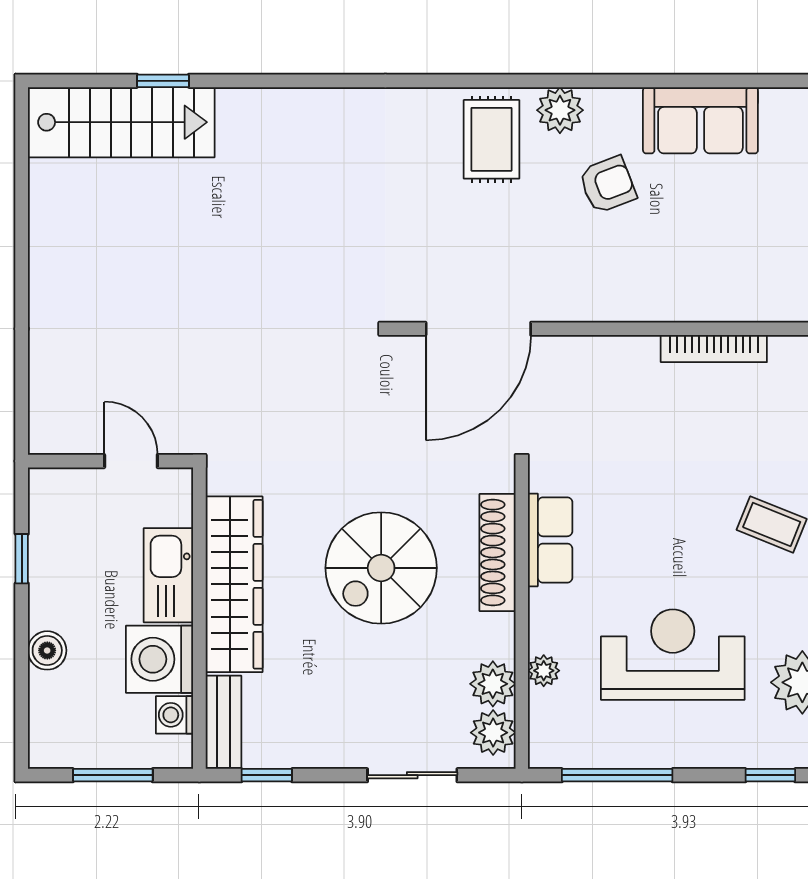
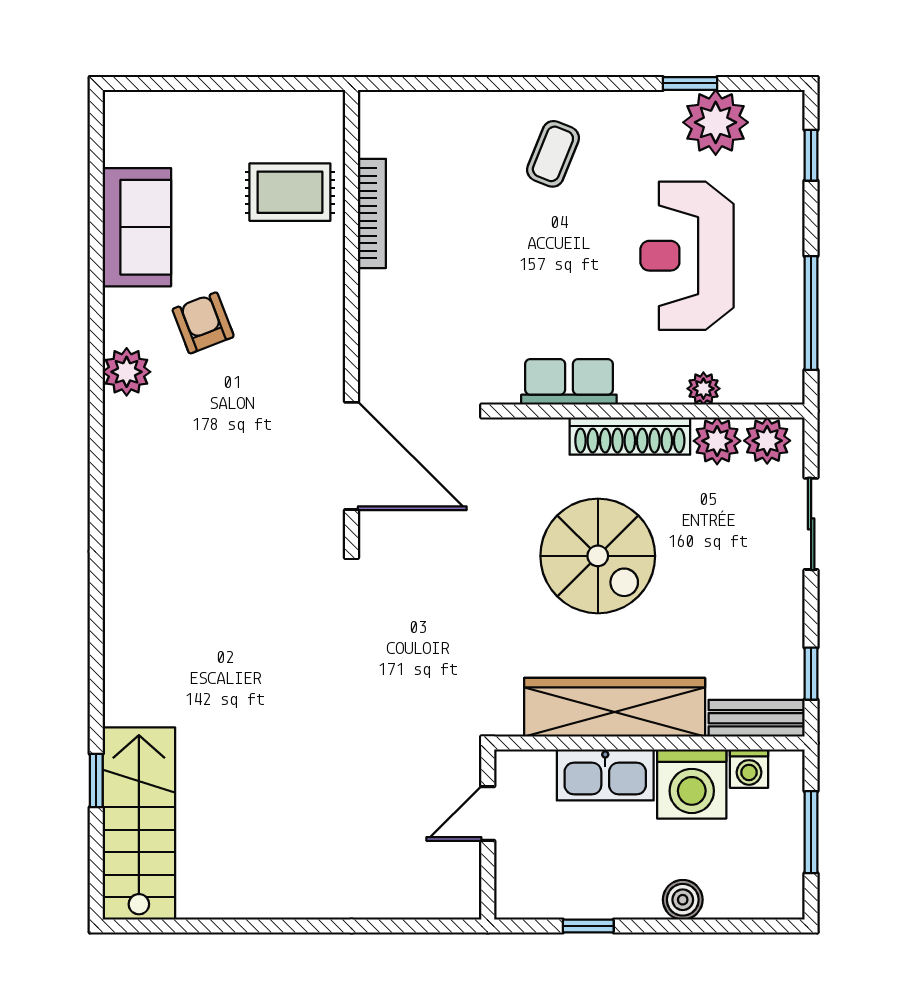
rug: (492, 139) -> (290, 192), moved
shoe rack: (498, 553) -> (630, 436), moved

